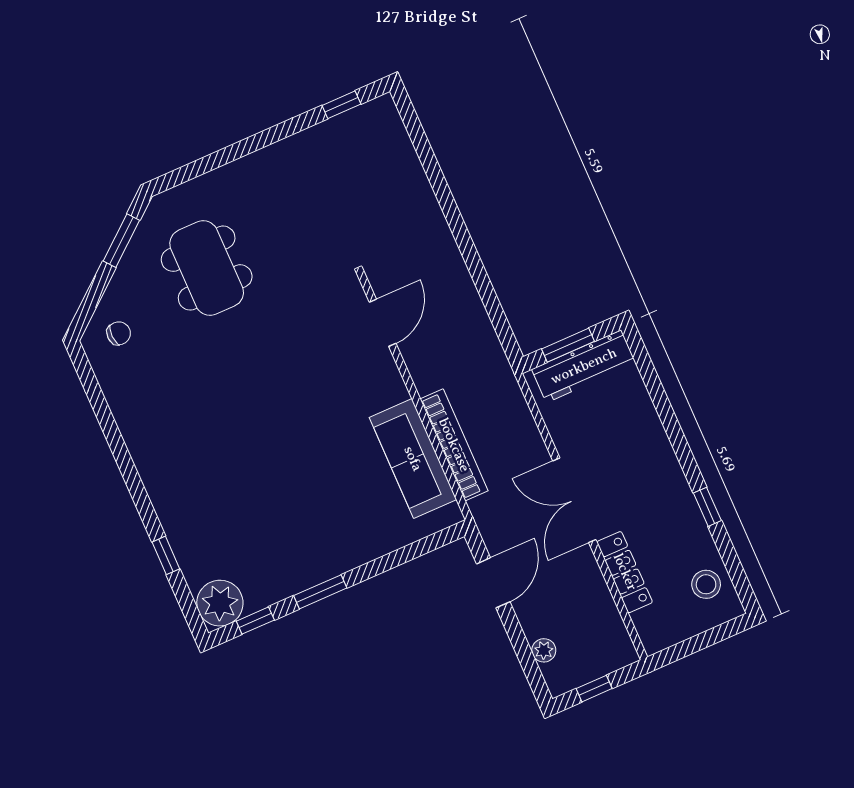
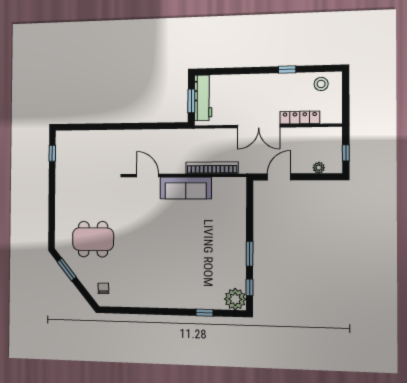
sofa: (413, 459) -> (186, 188), moved
door: (493, 583) -> (279, 177), hinge flipped

